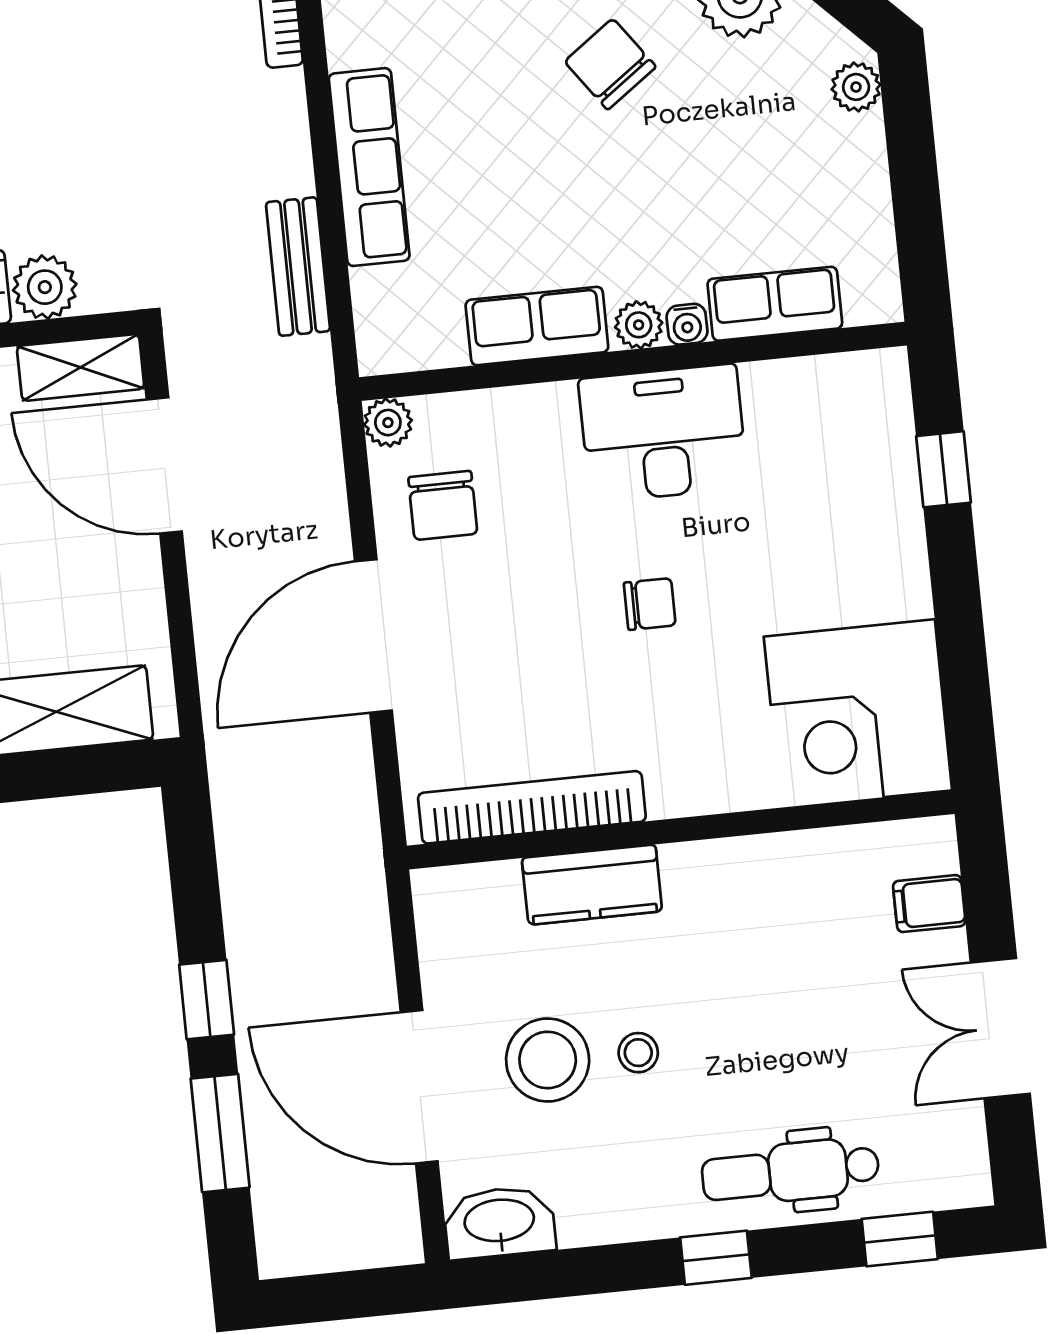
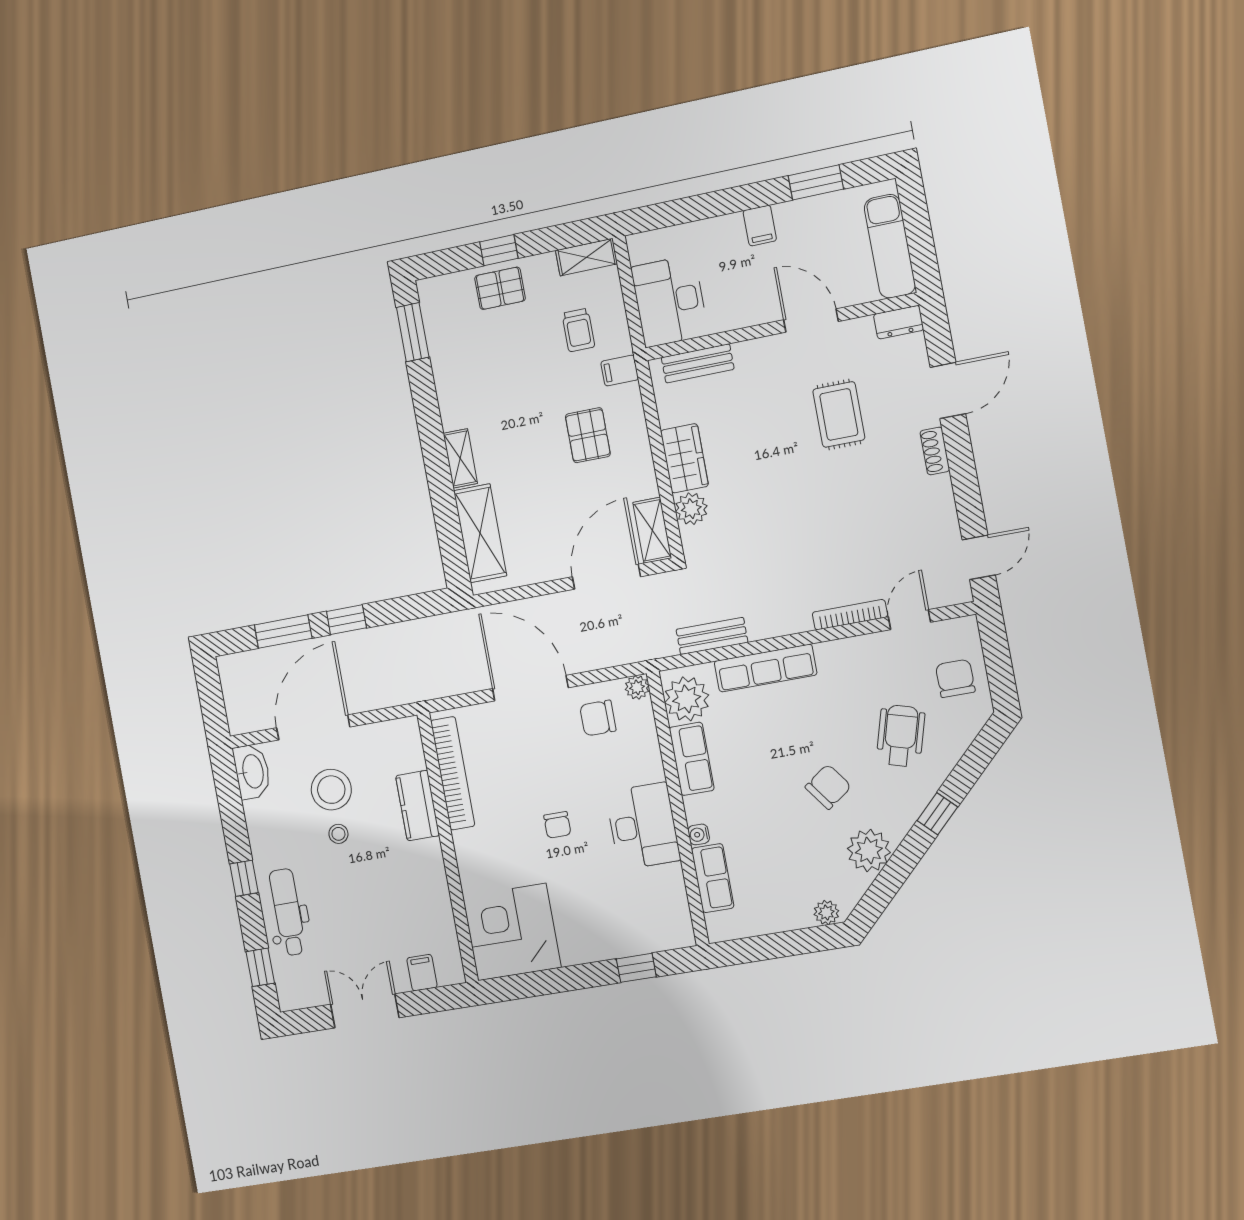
plant: (639, 325) -> (687, 699), moved, width x1.87, depth x1.87

